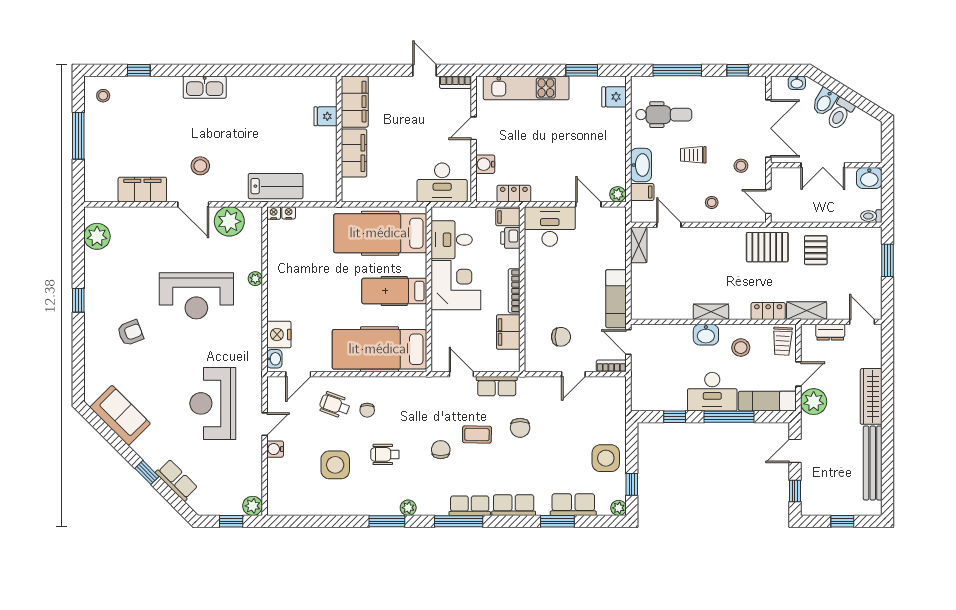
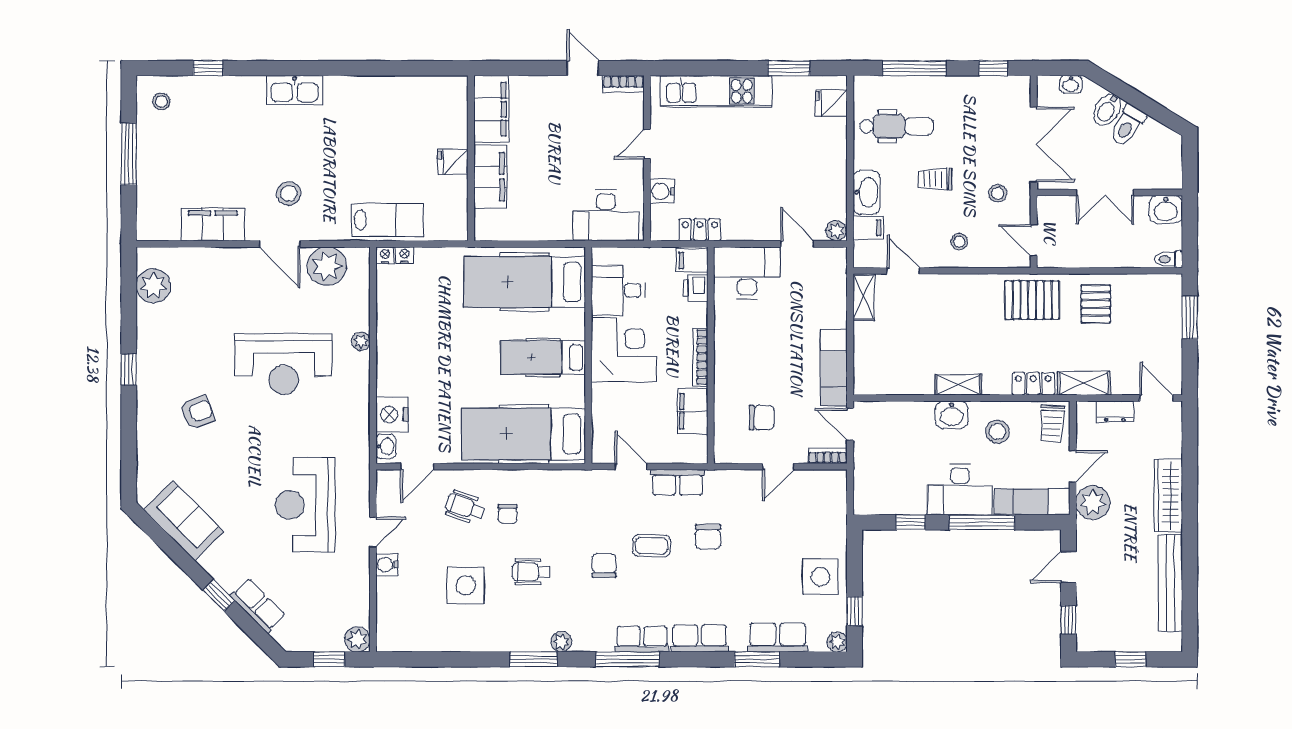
fridge: (325, 116) -> (453, 162), moved

